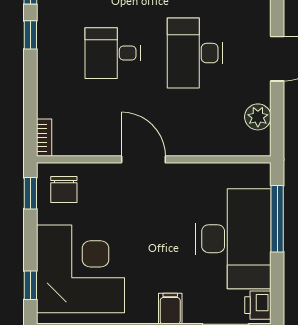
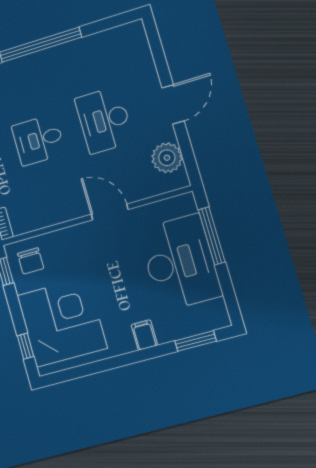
plant: (258, 117) -> (167, 158), width x1.36, depth x1.36
door: (143, 159) -> (110, 212), moved
printer: (258, 305) -> (217, 312), removed

